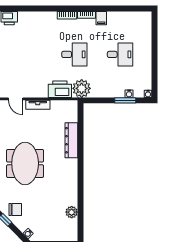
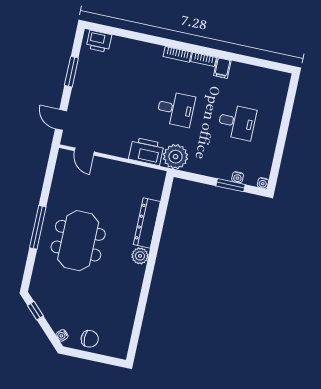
tv unit: (38, 105) -> (112, 166), removed
chair: (15, 210) -> (90, 339), moved
plant: (72, 212) -> (140, 256), moved

